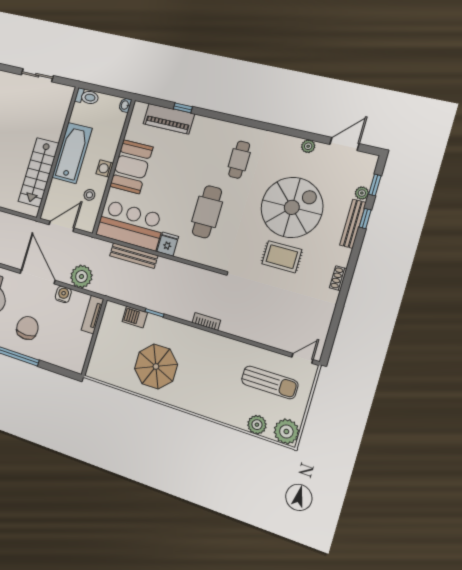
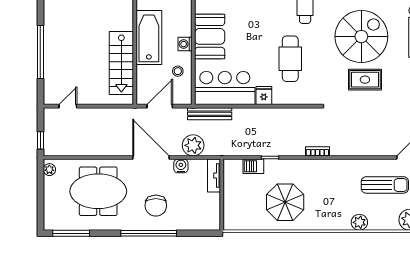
bench: (134, 256) -> (210, 114), moved
chair: (27, 328) -> (156, 206), turned 180
plant: (257, 425) -> (359, 222), moved

